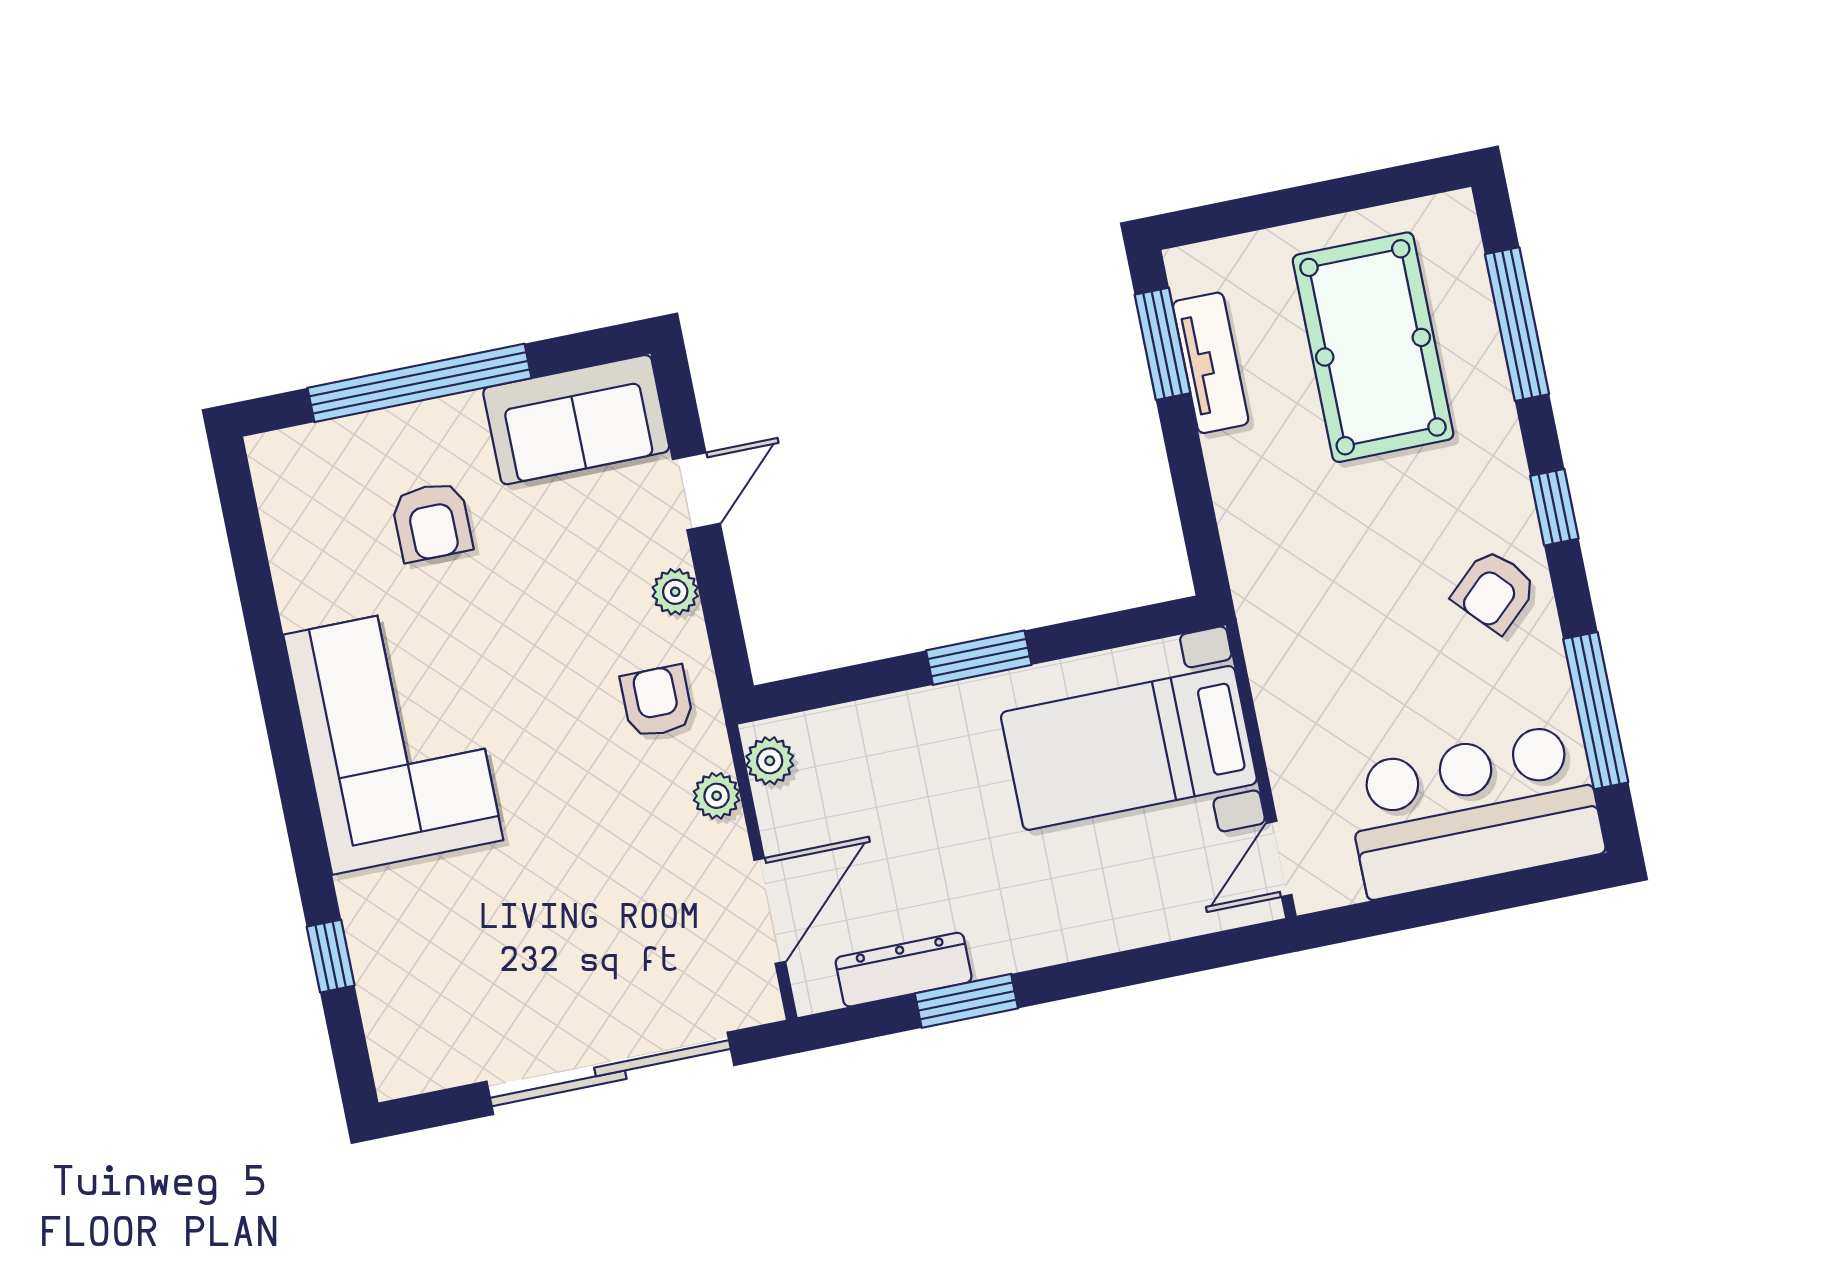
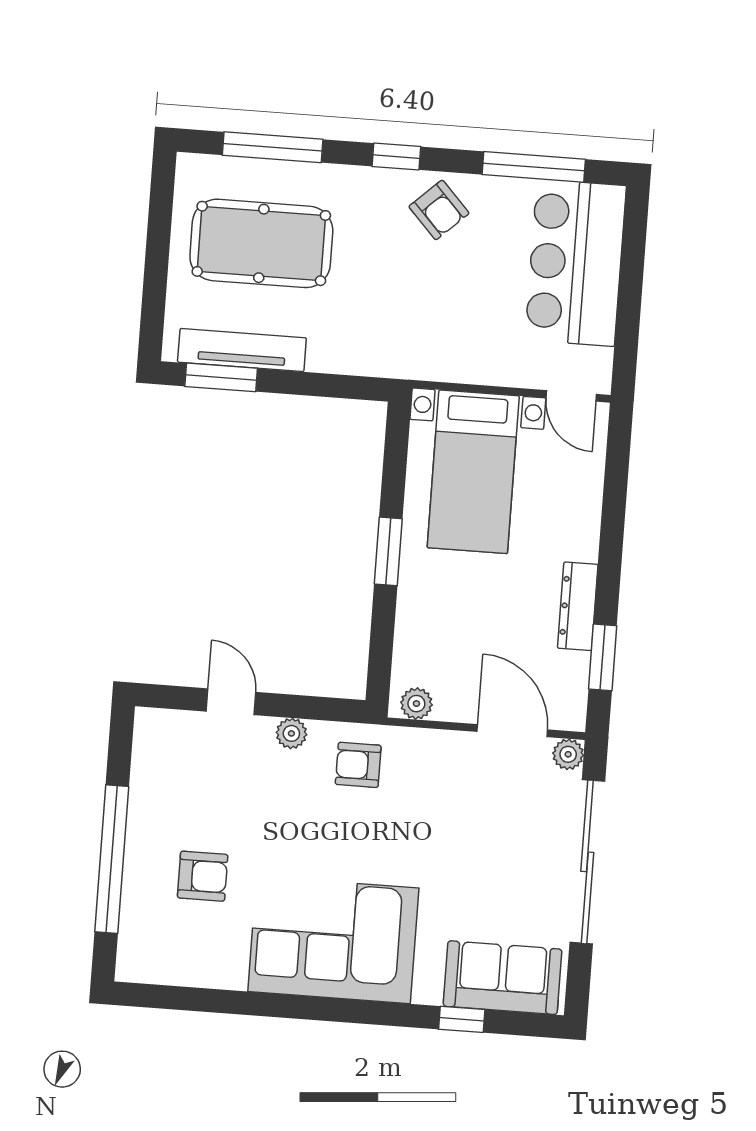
tv unit: (1211, 363) -> (242, 350), width x1.41
sofa: (576, 420) -> (503, 978), moved, turned -90
plant: (717, 796) -> (568, 754), moved
dresser: (904, 970) -> (578, 606), moved
window: (966, 1001) -> (603, 657), moved

